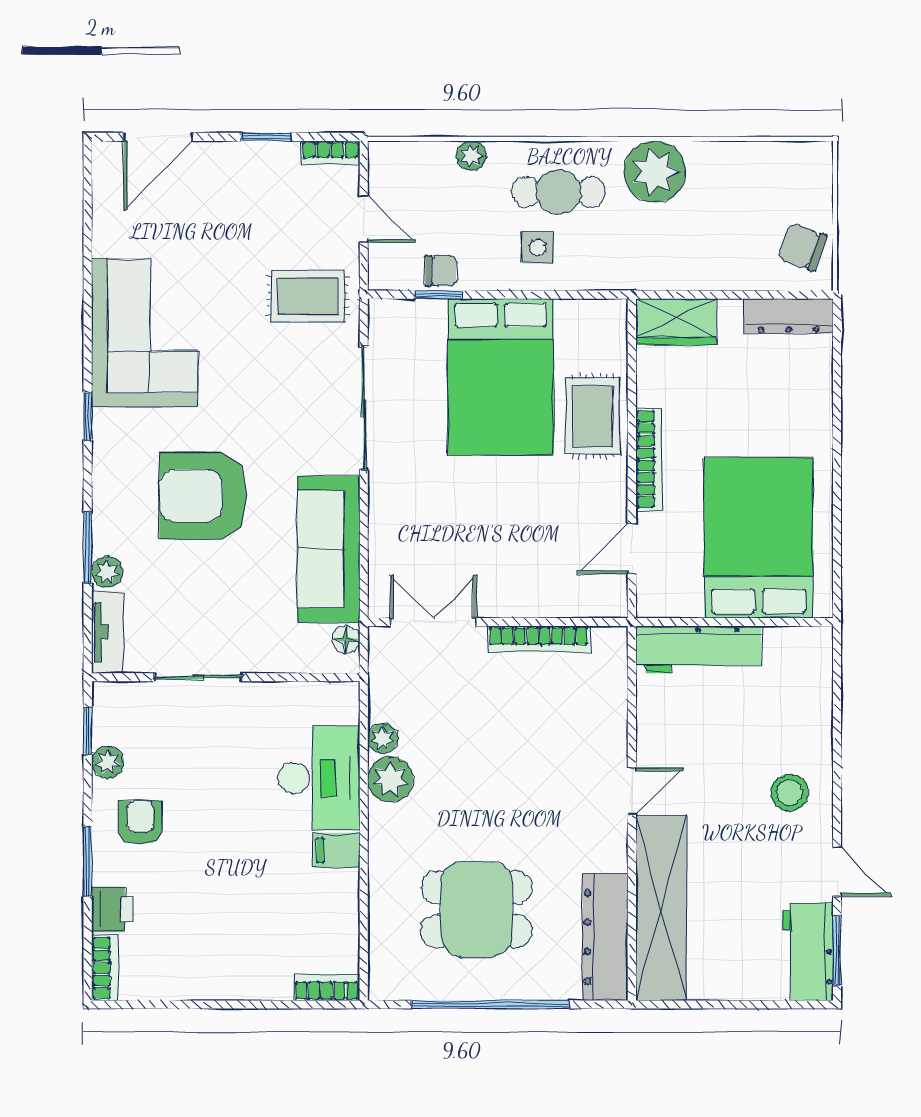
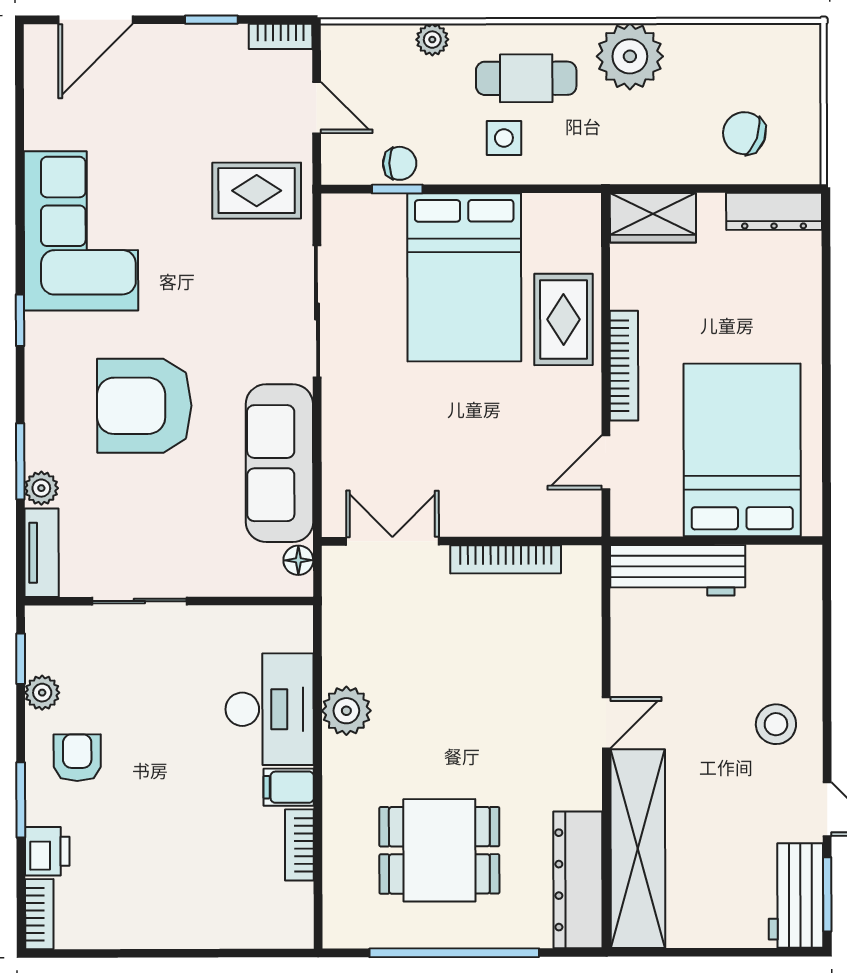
chair: (803, 247) -> (744, 133), moved
plant: (383, 738) -> (338, 667), removed
bookcase: (327, 987) -> (299, 845), moved, turned -90

